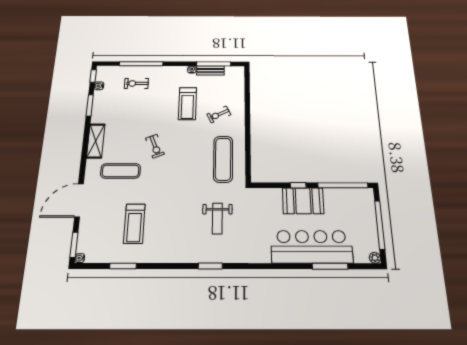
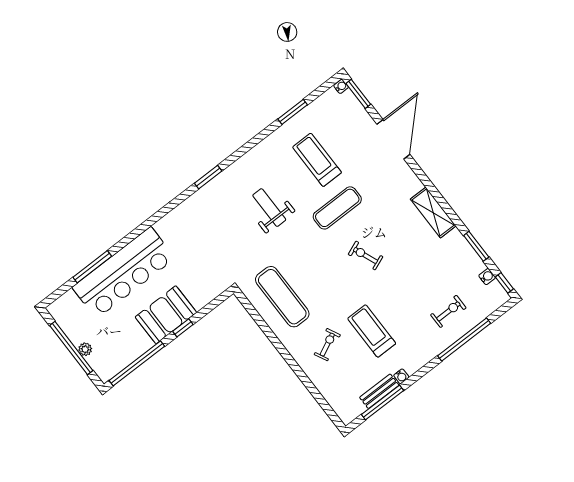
exercise mat: (121, 171) -> (337, 208), moved
weight bench: (217, 218) -> (269, 208), moved
plant: (375, 258) -> (85, 349), moved

